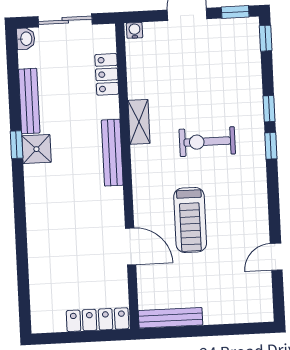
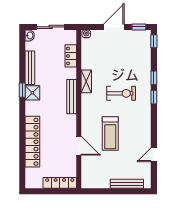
exercise bike: (207, 142) -> (121, 93), turned 180
locker: (41, 243) -> (32, 142), added
bench: (171, 318) -> (127, 184), moved

